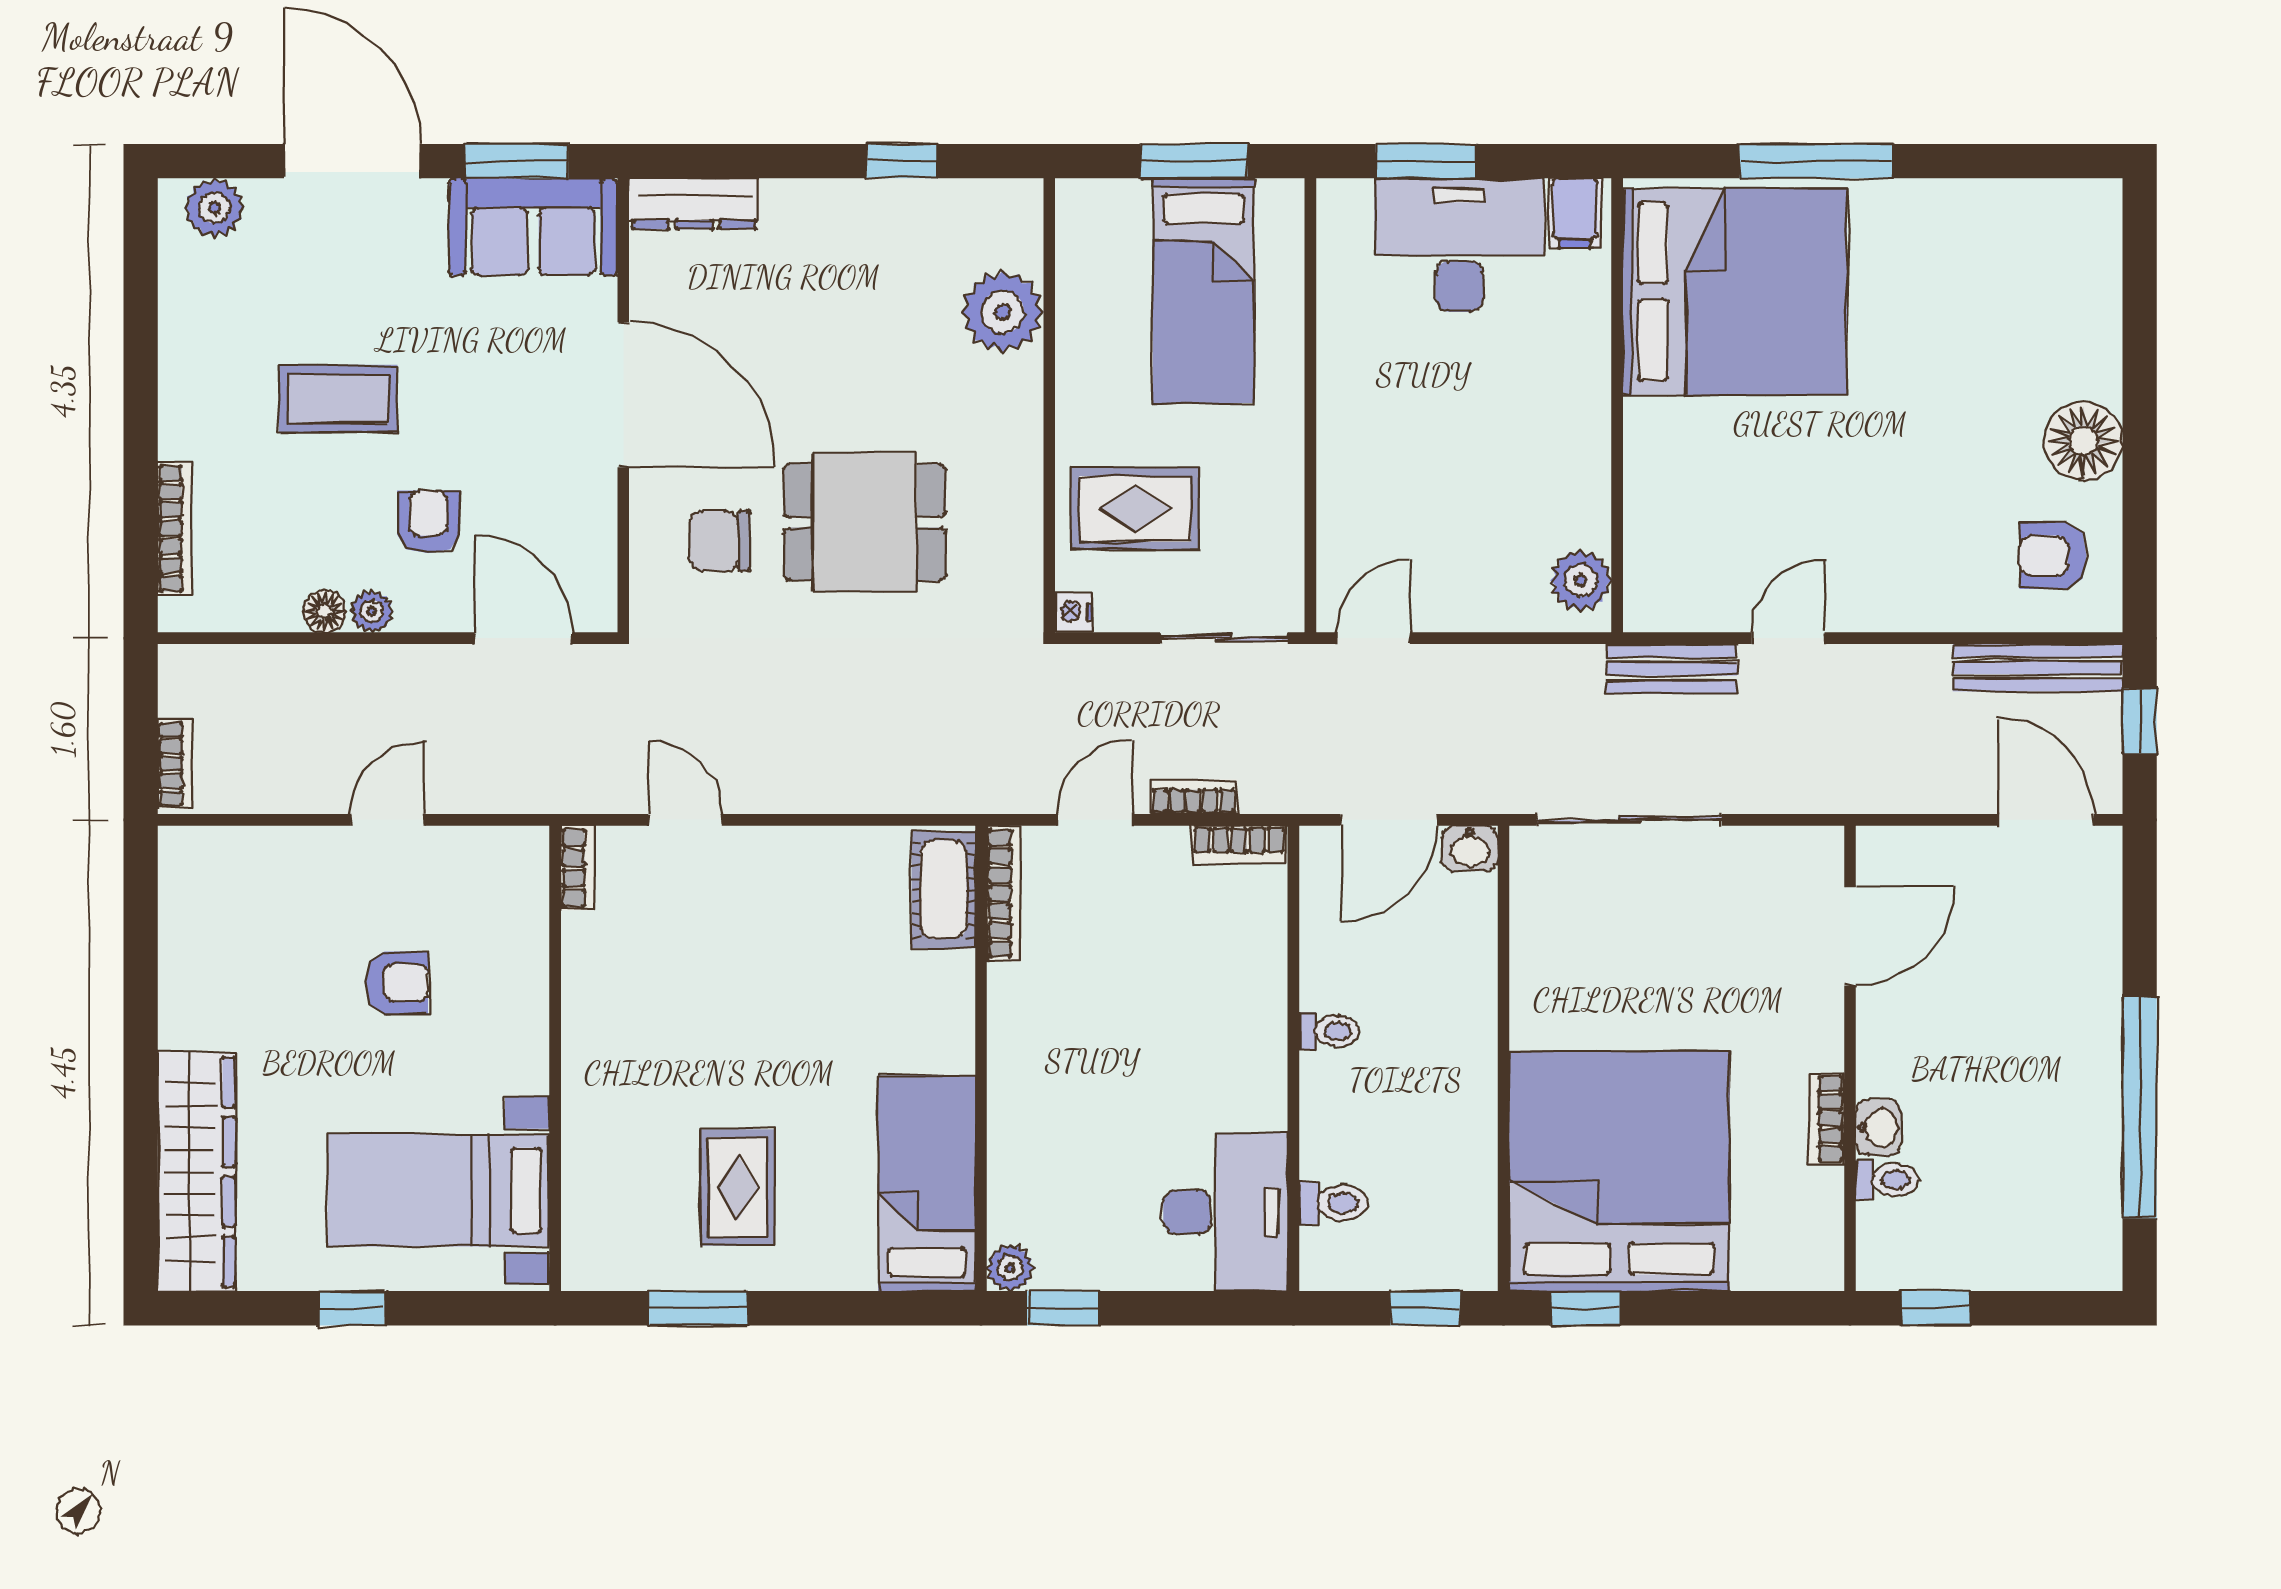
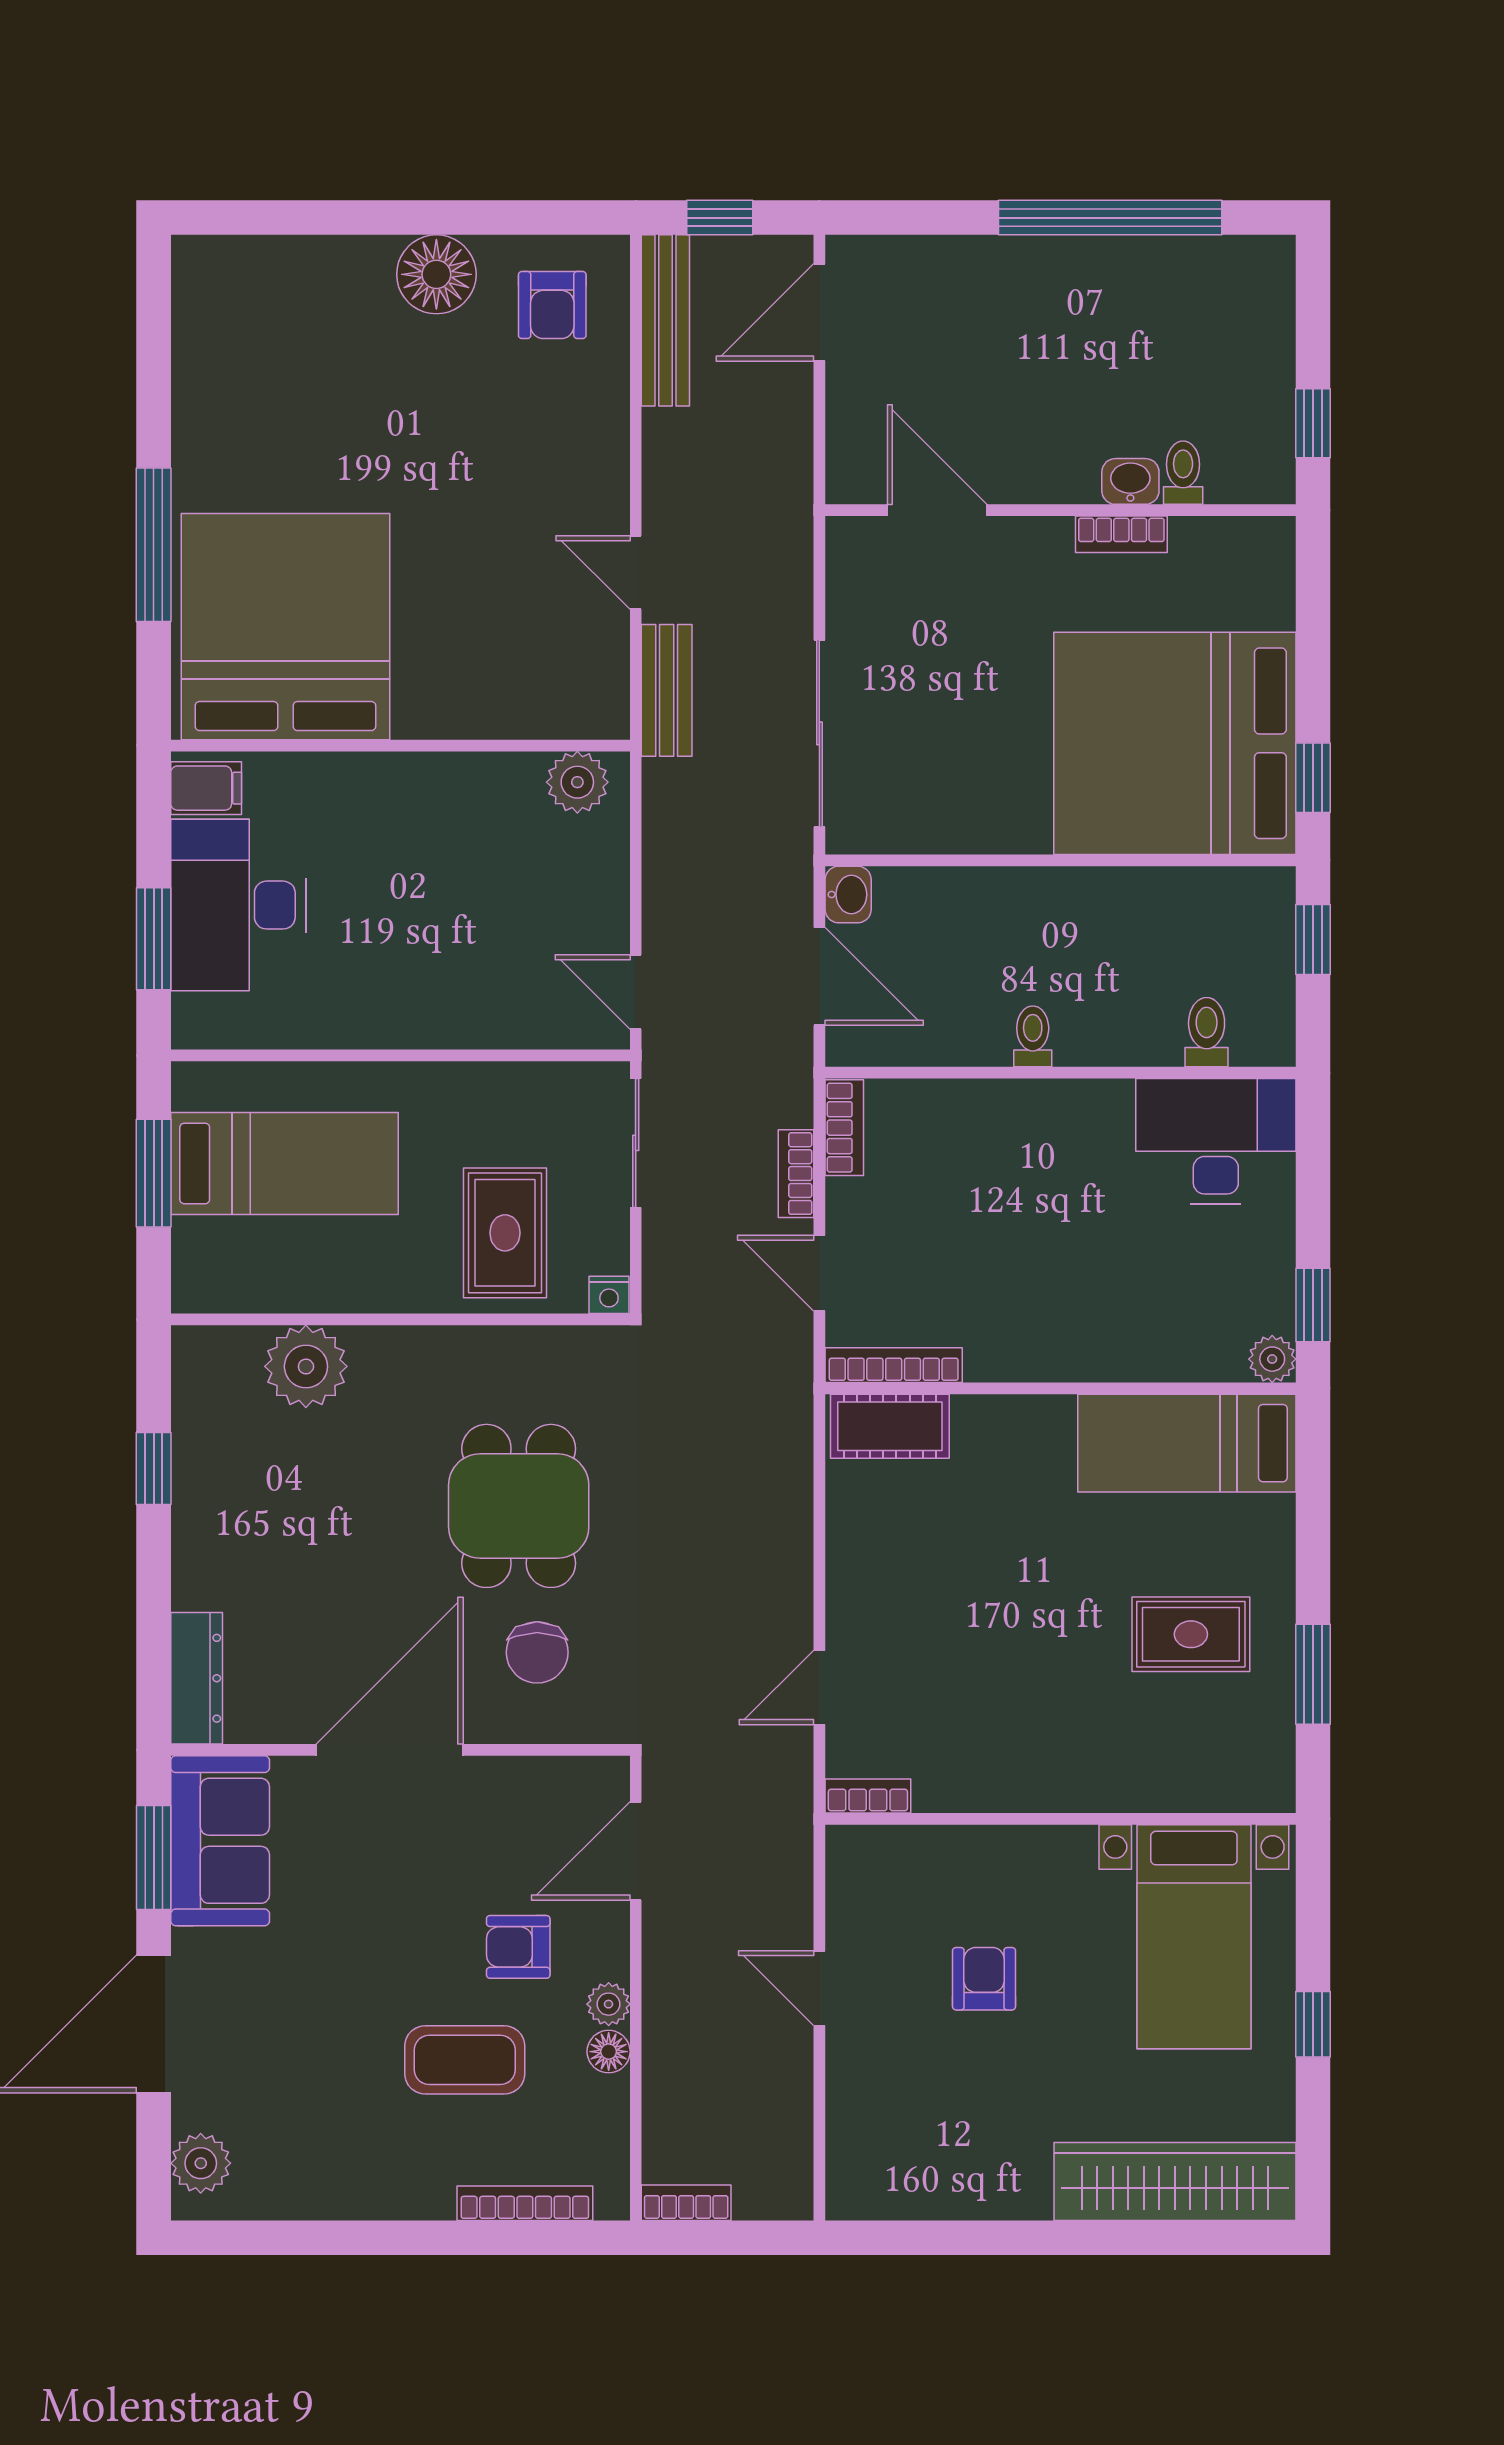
coffee table: (338, 399) -> (465, 2060), moved, turned 90
bookcase: (175, 764) -> (686, 2203), moved

